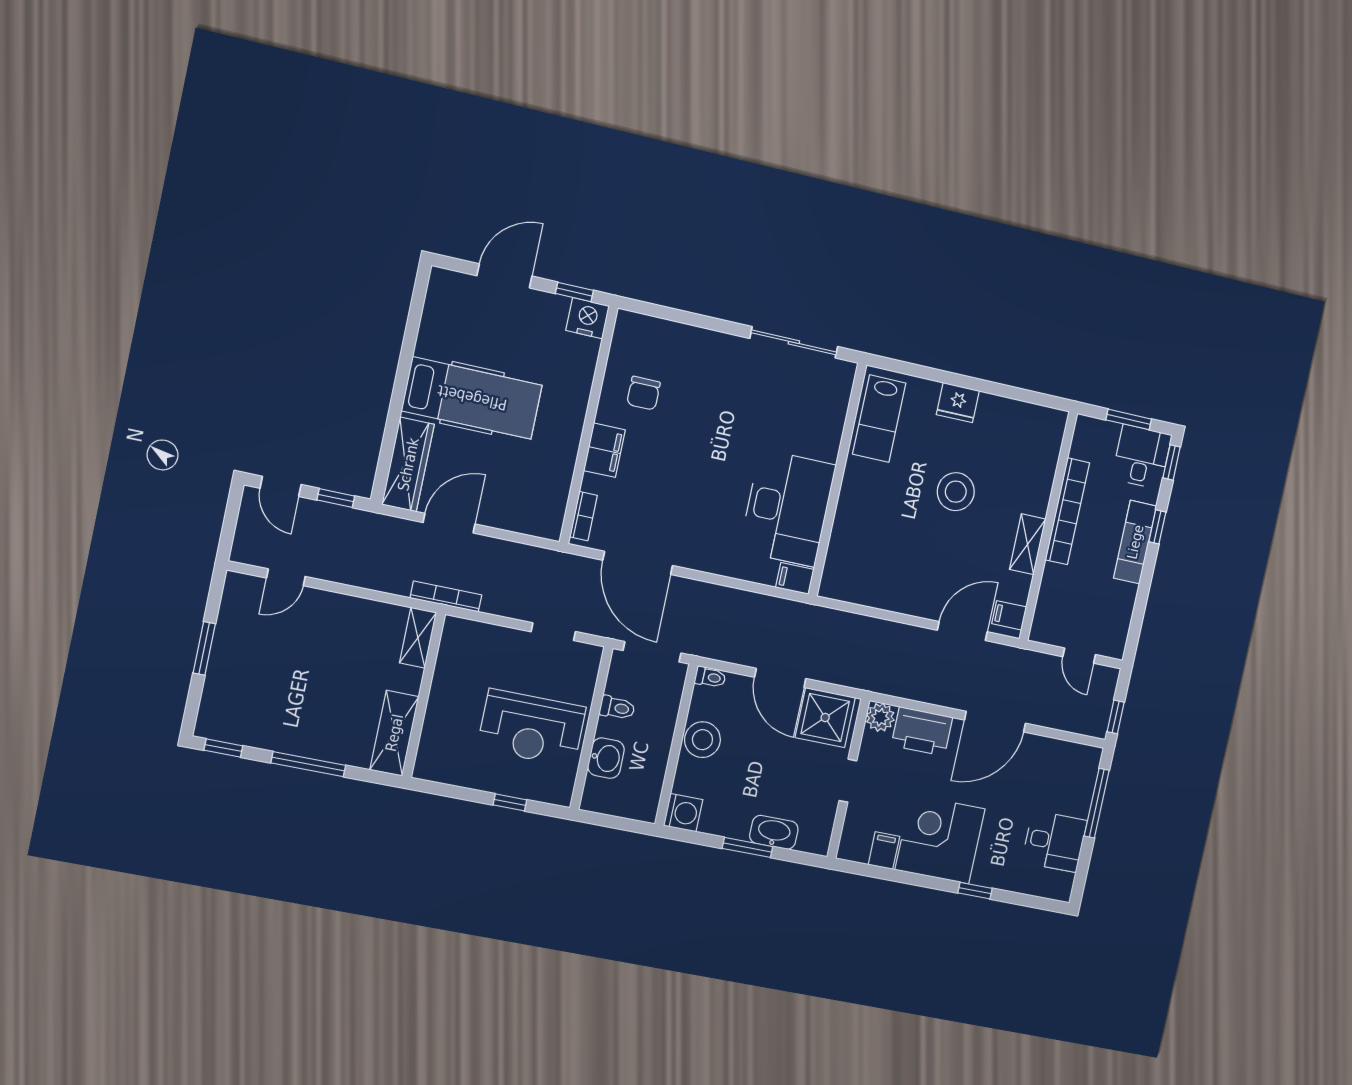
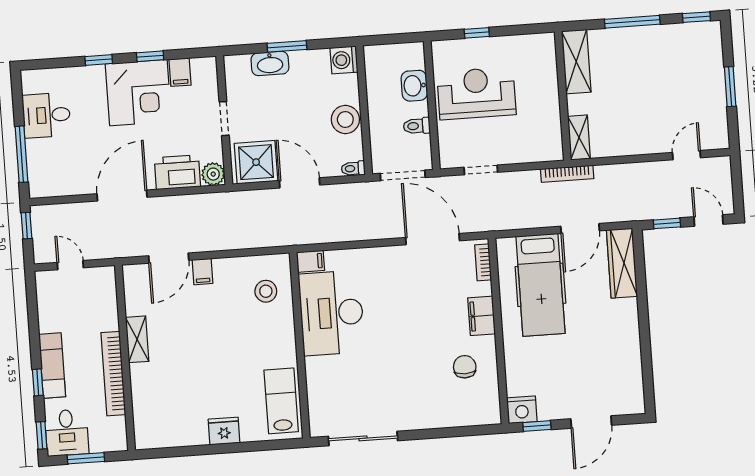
hospital bed: (472, 398) -> (540, 285), moved, turned -90
stool: (956, 492) -> (266, 291), moved, width x0.73, depth x0.73
filing cabinet: (1009, 615) -> (202, 272), moved, turned 90
window: (914, 879) -> (150, 56), added

